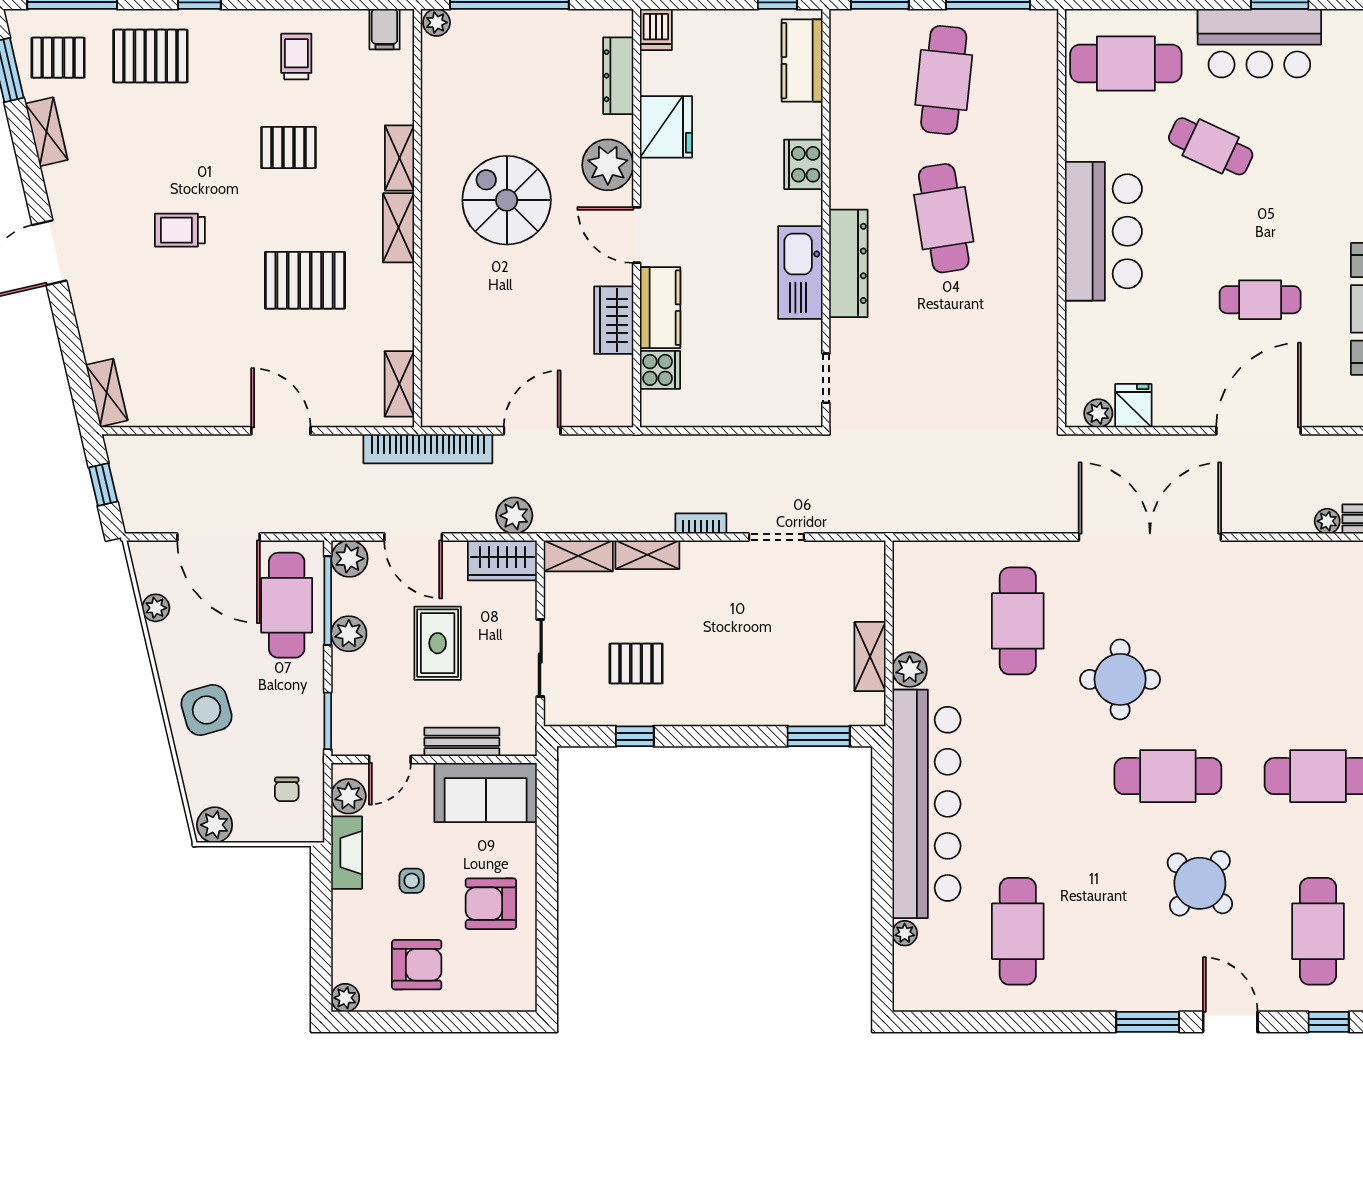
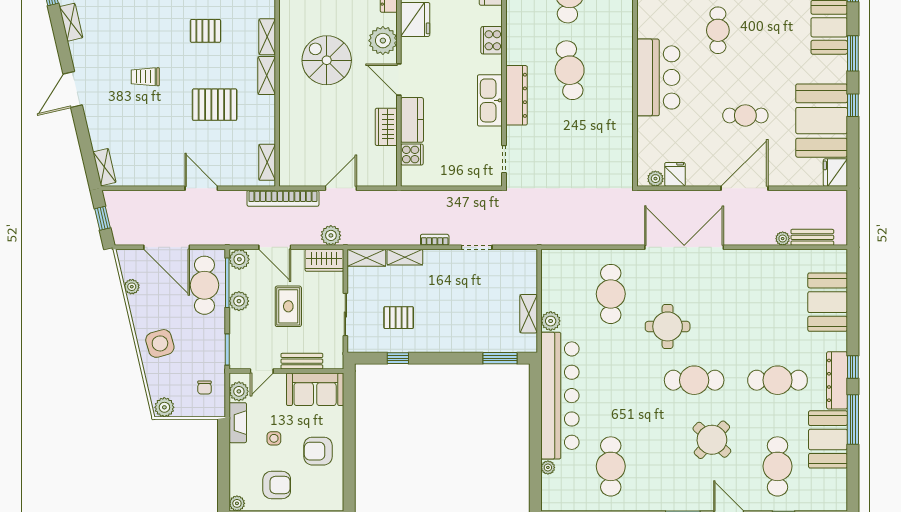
cafe table: (1211, 146) -> (718, 30), turned 65

